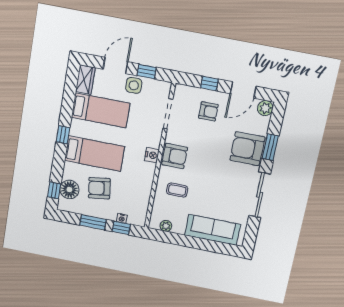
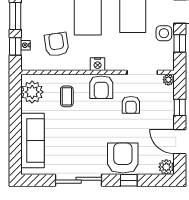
plant: (180, 90) -> (168, 80), added
armchair: (208, 111) -> (131, 105), moved
window: (270, 147) -> (129, 180), width x0.67
armchair: (99, 188) -> (57, 44), moved
plant: (166, 226) -> (32, 92), width x1.88, depth x1.88

